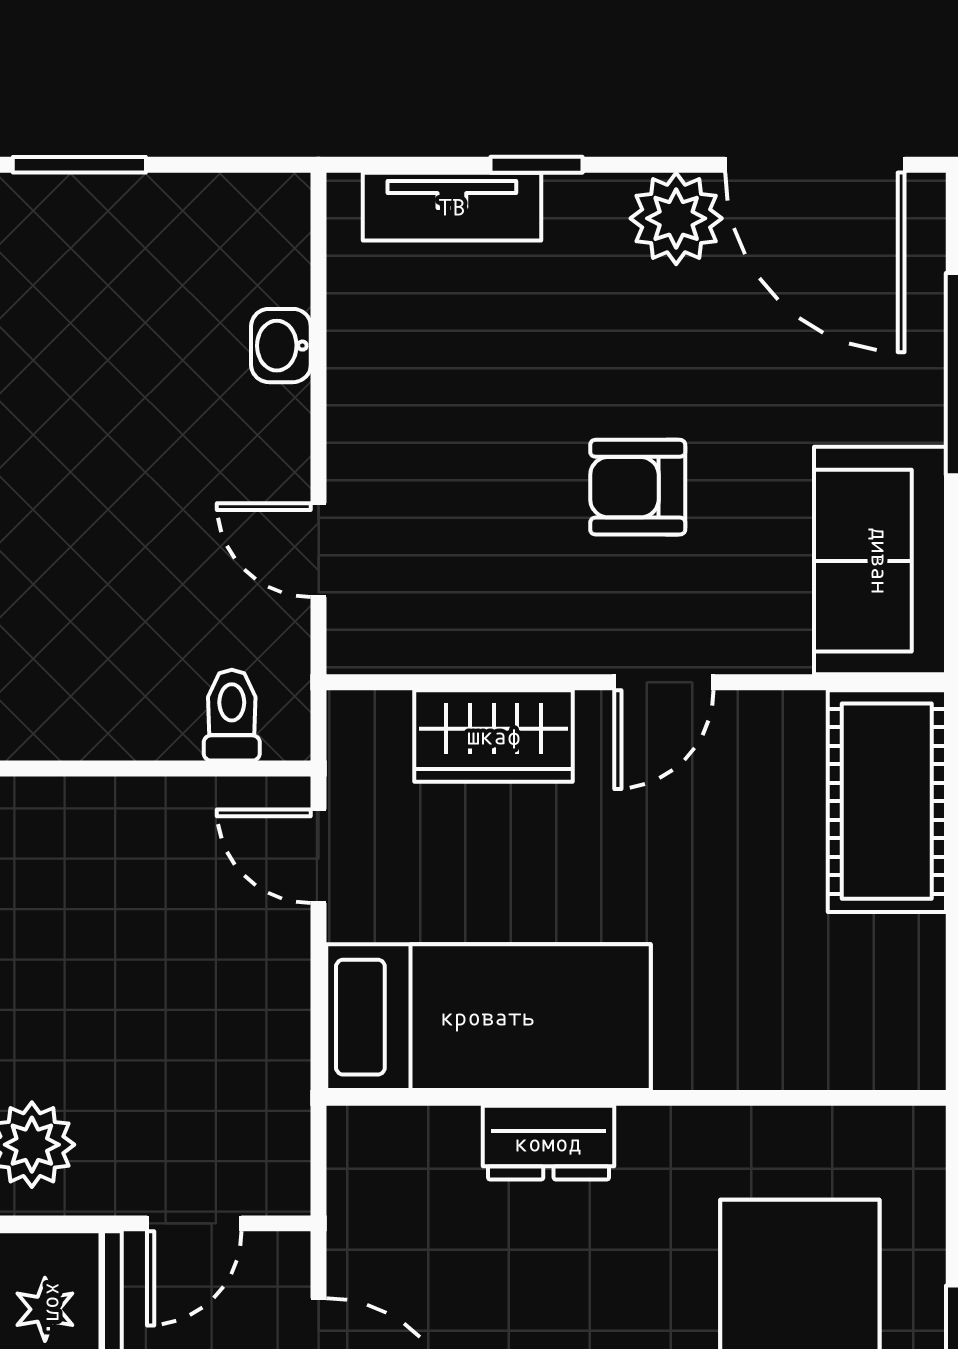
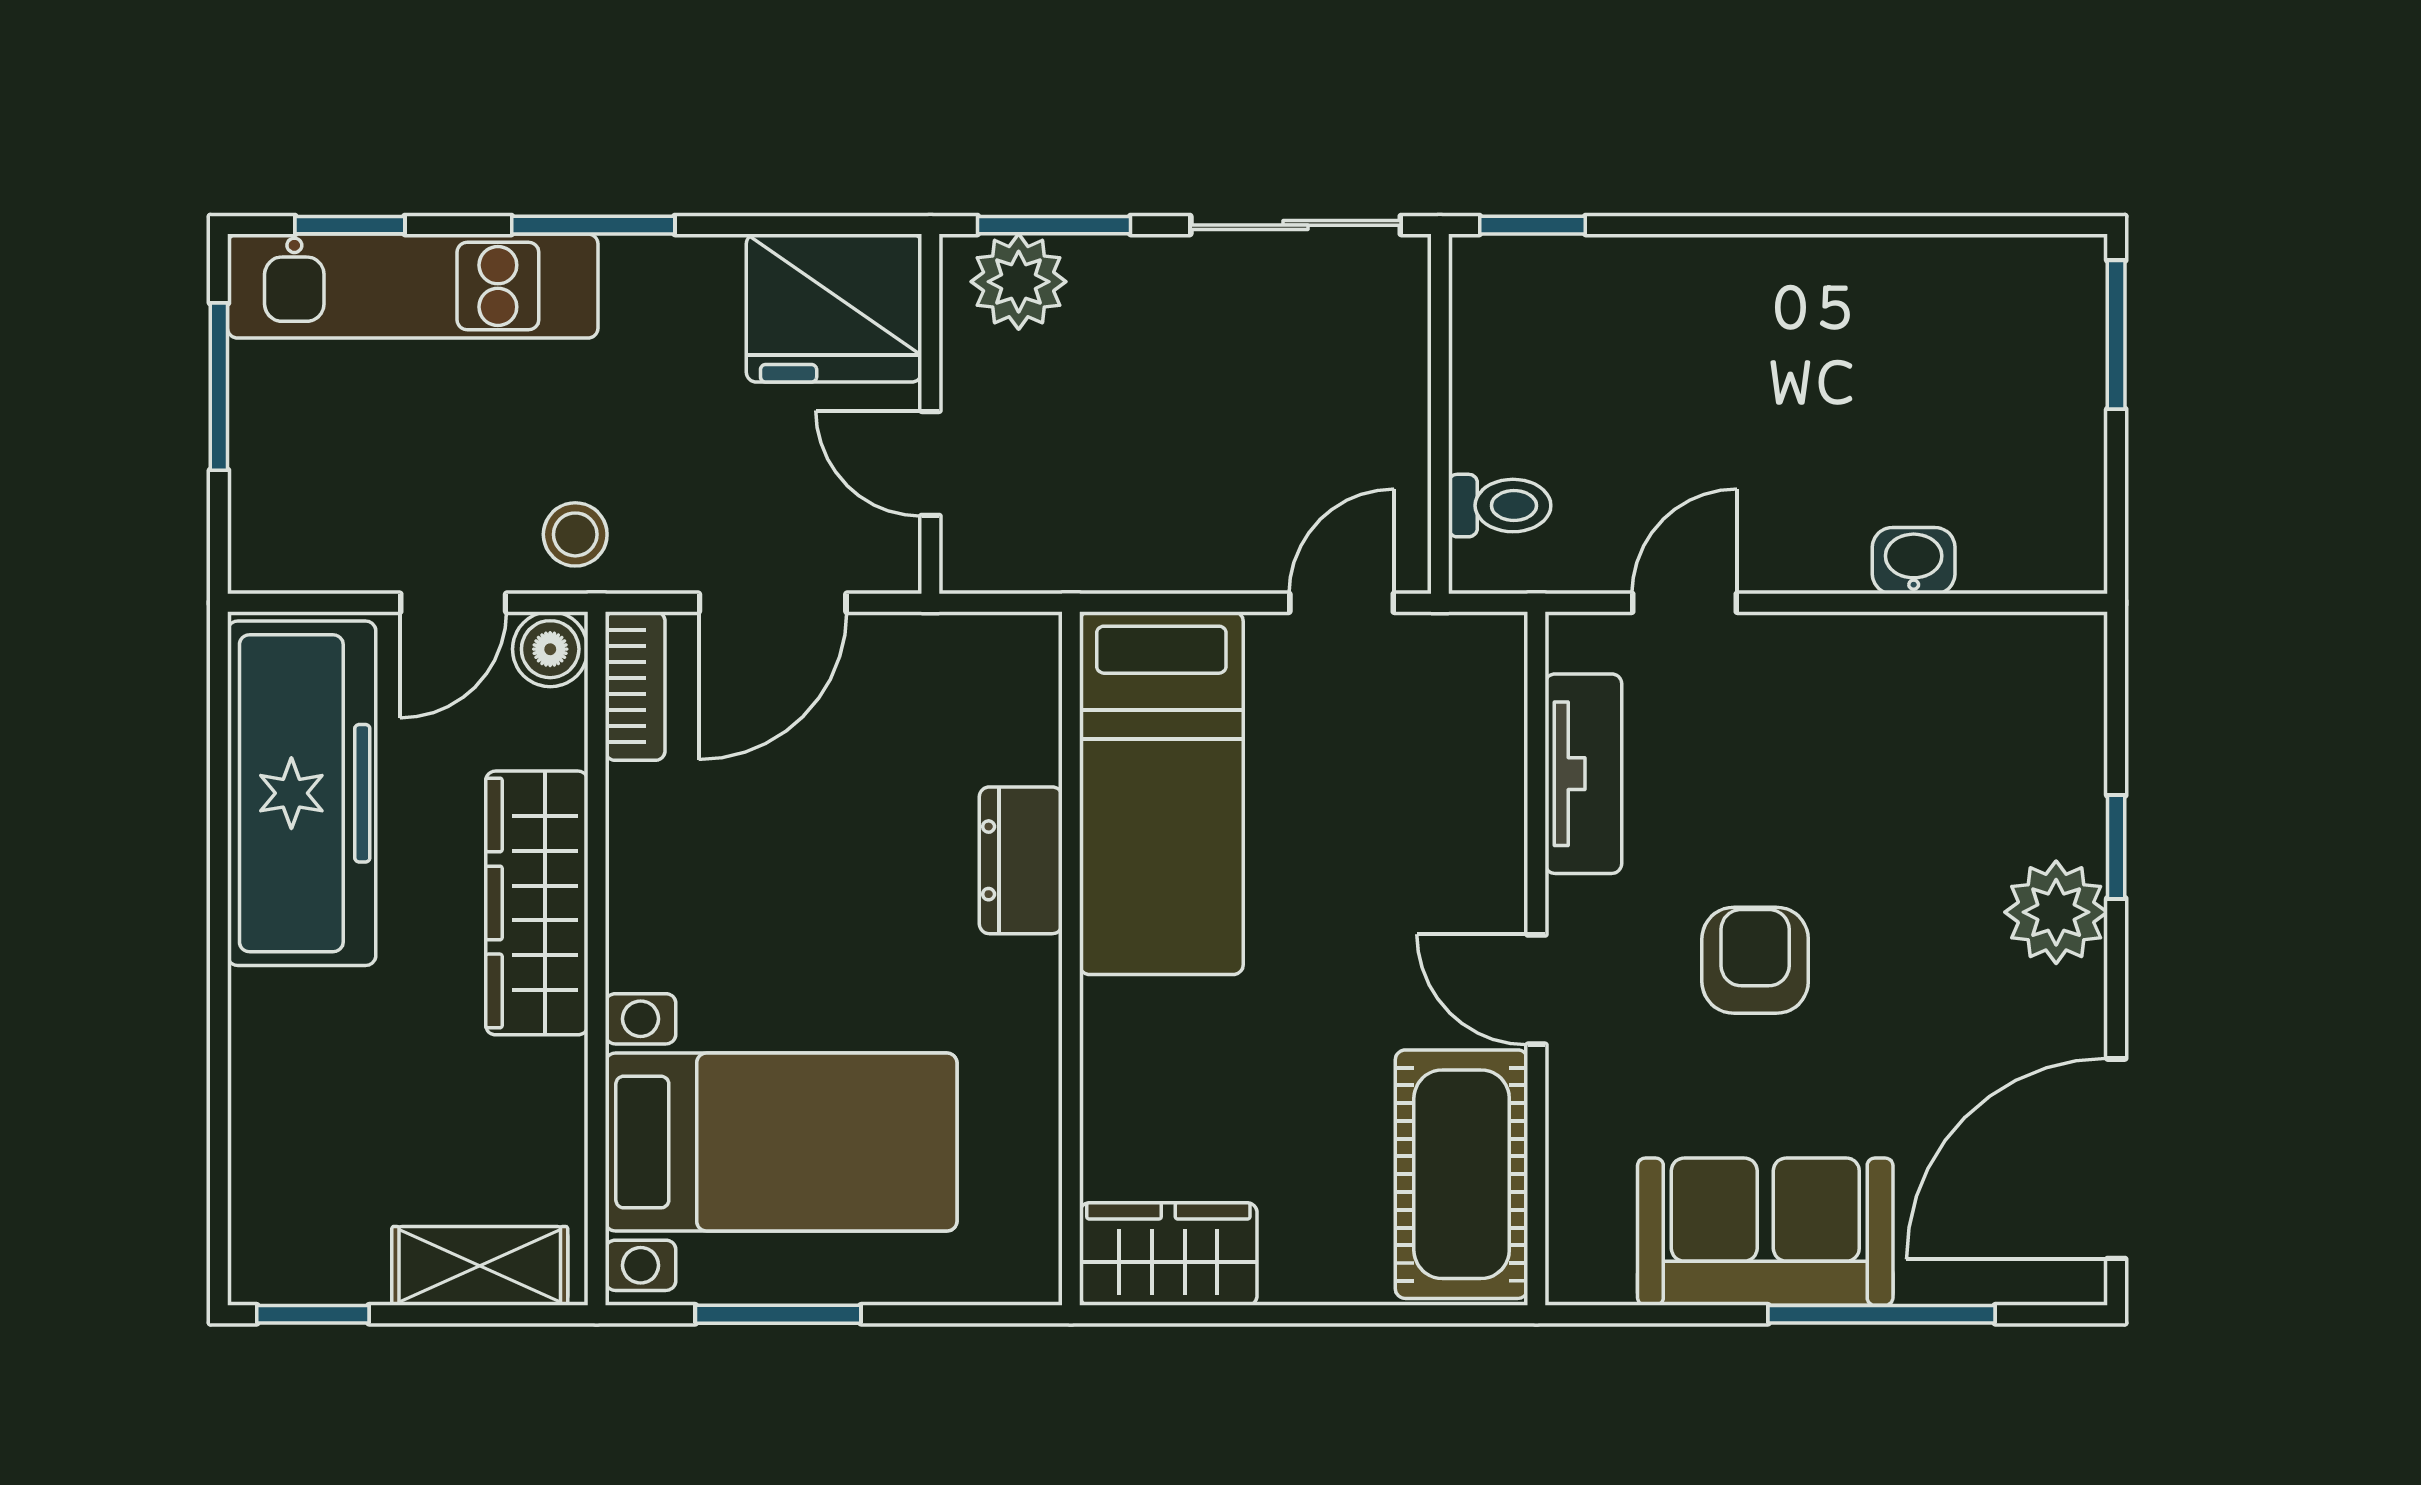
tv unit: (452, 207) -> (1583, 774), moved, turned 180
plant: (676, 218) -> (2056, 912), moved
sofa: (880, 561) -> (1765, 1232), moved
wardrobe: (494, 736) -> (1168, 1254), moved, turned 90
cot: (887, 801) -> (1462, 1174), moved, turned 90

